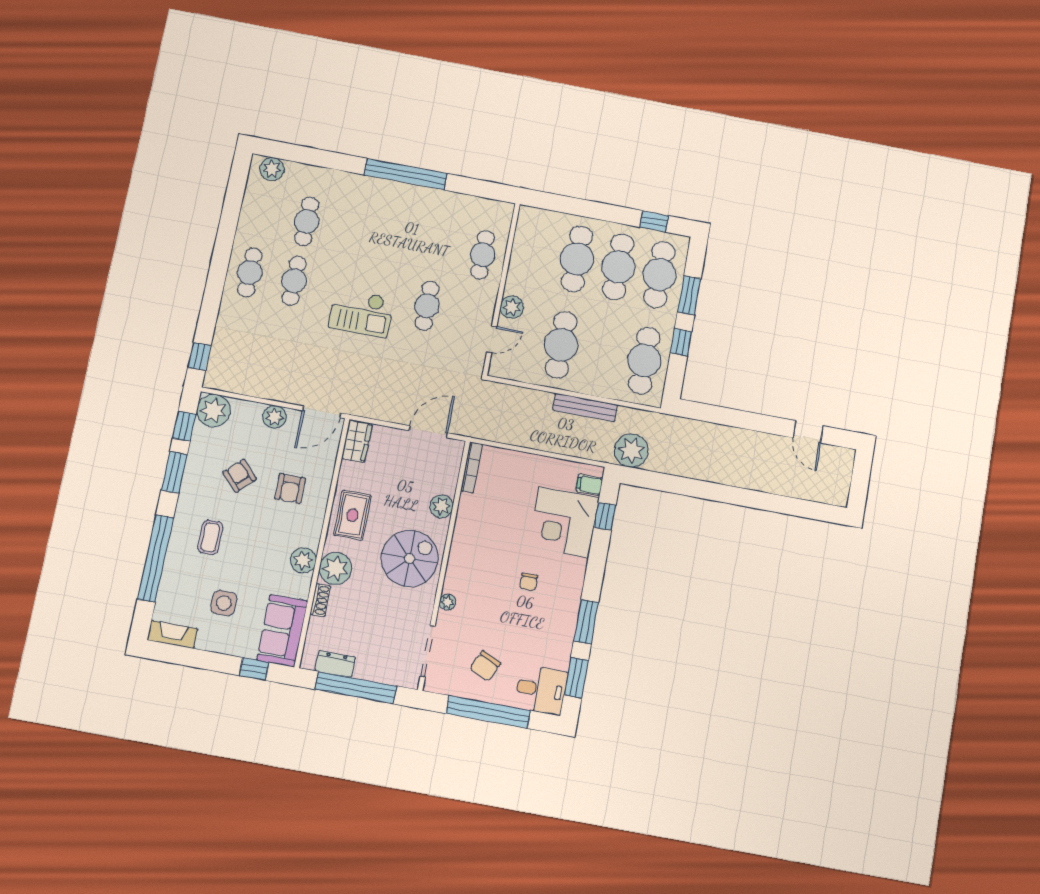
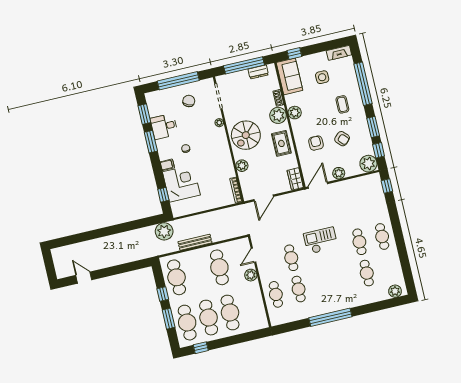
cafe table: (439, 246) -> (299, 289), added
filing cabinet: (589, 485) -> (167, 165), moved
desk: (541, 690) -> (164, 126), moved

